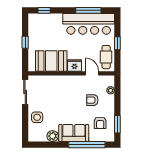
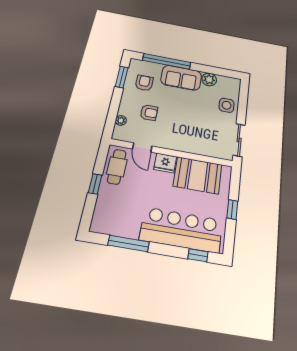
bar counter: (89, 24) -> (181, 230), moved

